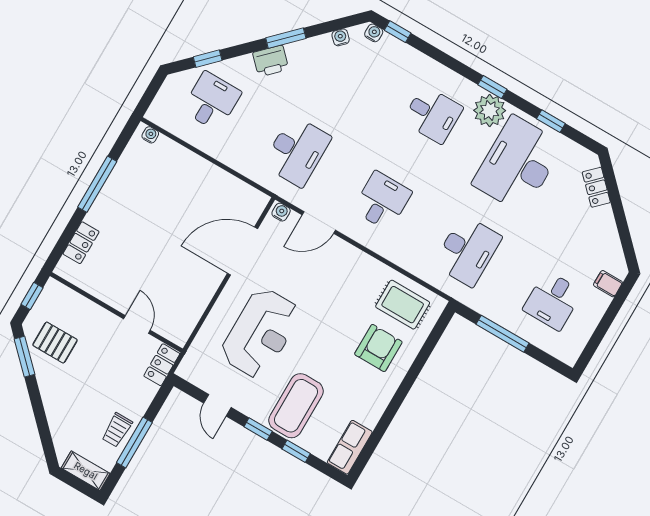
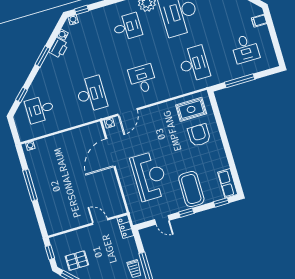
printer: (271, 61) -> (59, 48), moved
desk: (212, 101) -> (40, 109), turned -90
locker: (81, 243) -> (47, 213), removed
window: (296, 451) -> (221, 202), moved

